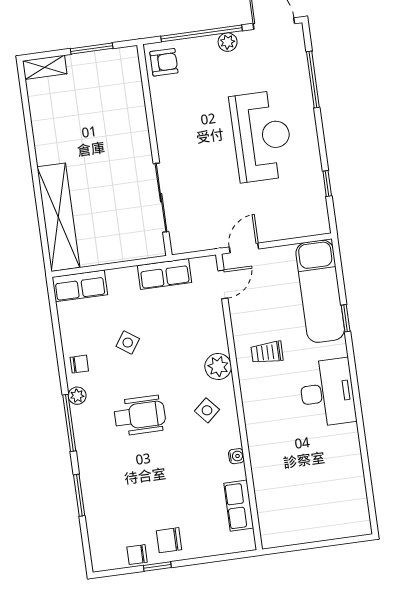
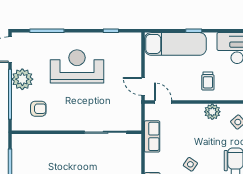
plant: (228, 42) -> (22, 79), width x1.88, depth x1.88
armchair: (164, 62) -> (38, 109), moved, turned 90

